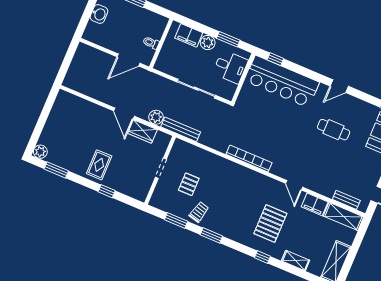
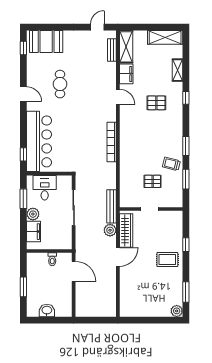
wardrobe: (142, 131) -> (126, 230), width x1.50
door: (294, 185) -> (118, 97), hinge flipped
pallet: (270, 223) -> (156, 103), width x0.67, depth x0.71

